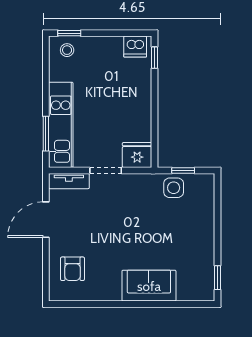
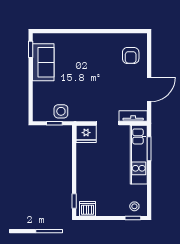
armchair: (73, 269) -> (131, 55), turned 180
sofa: (149, 286) -> (43, 62), moved, turned -90

